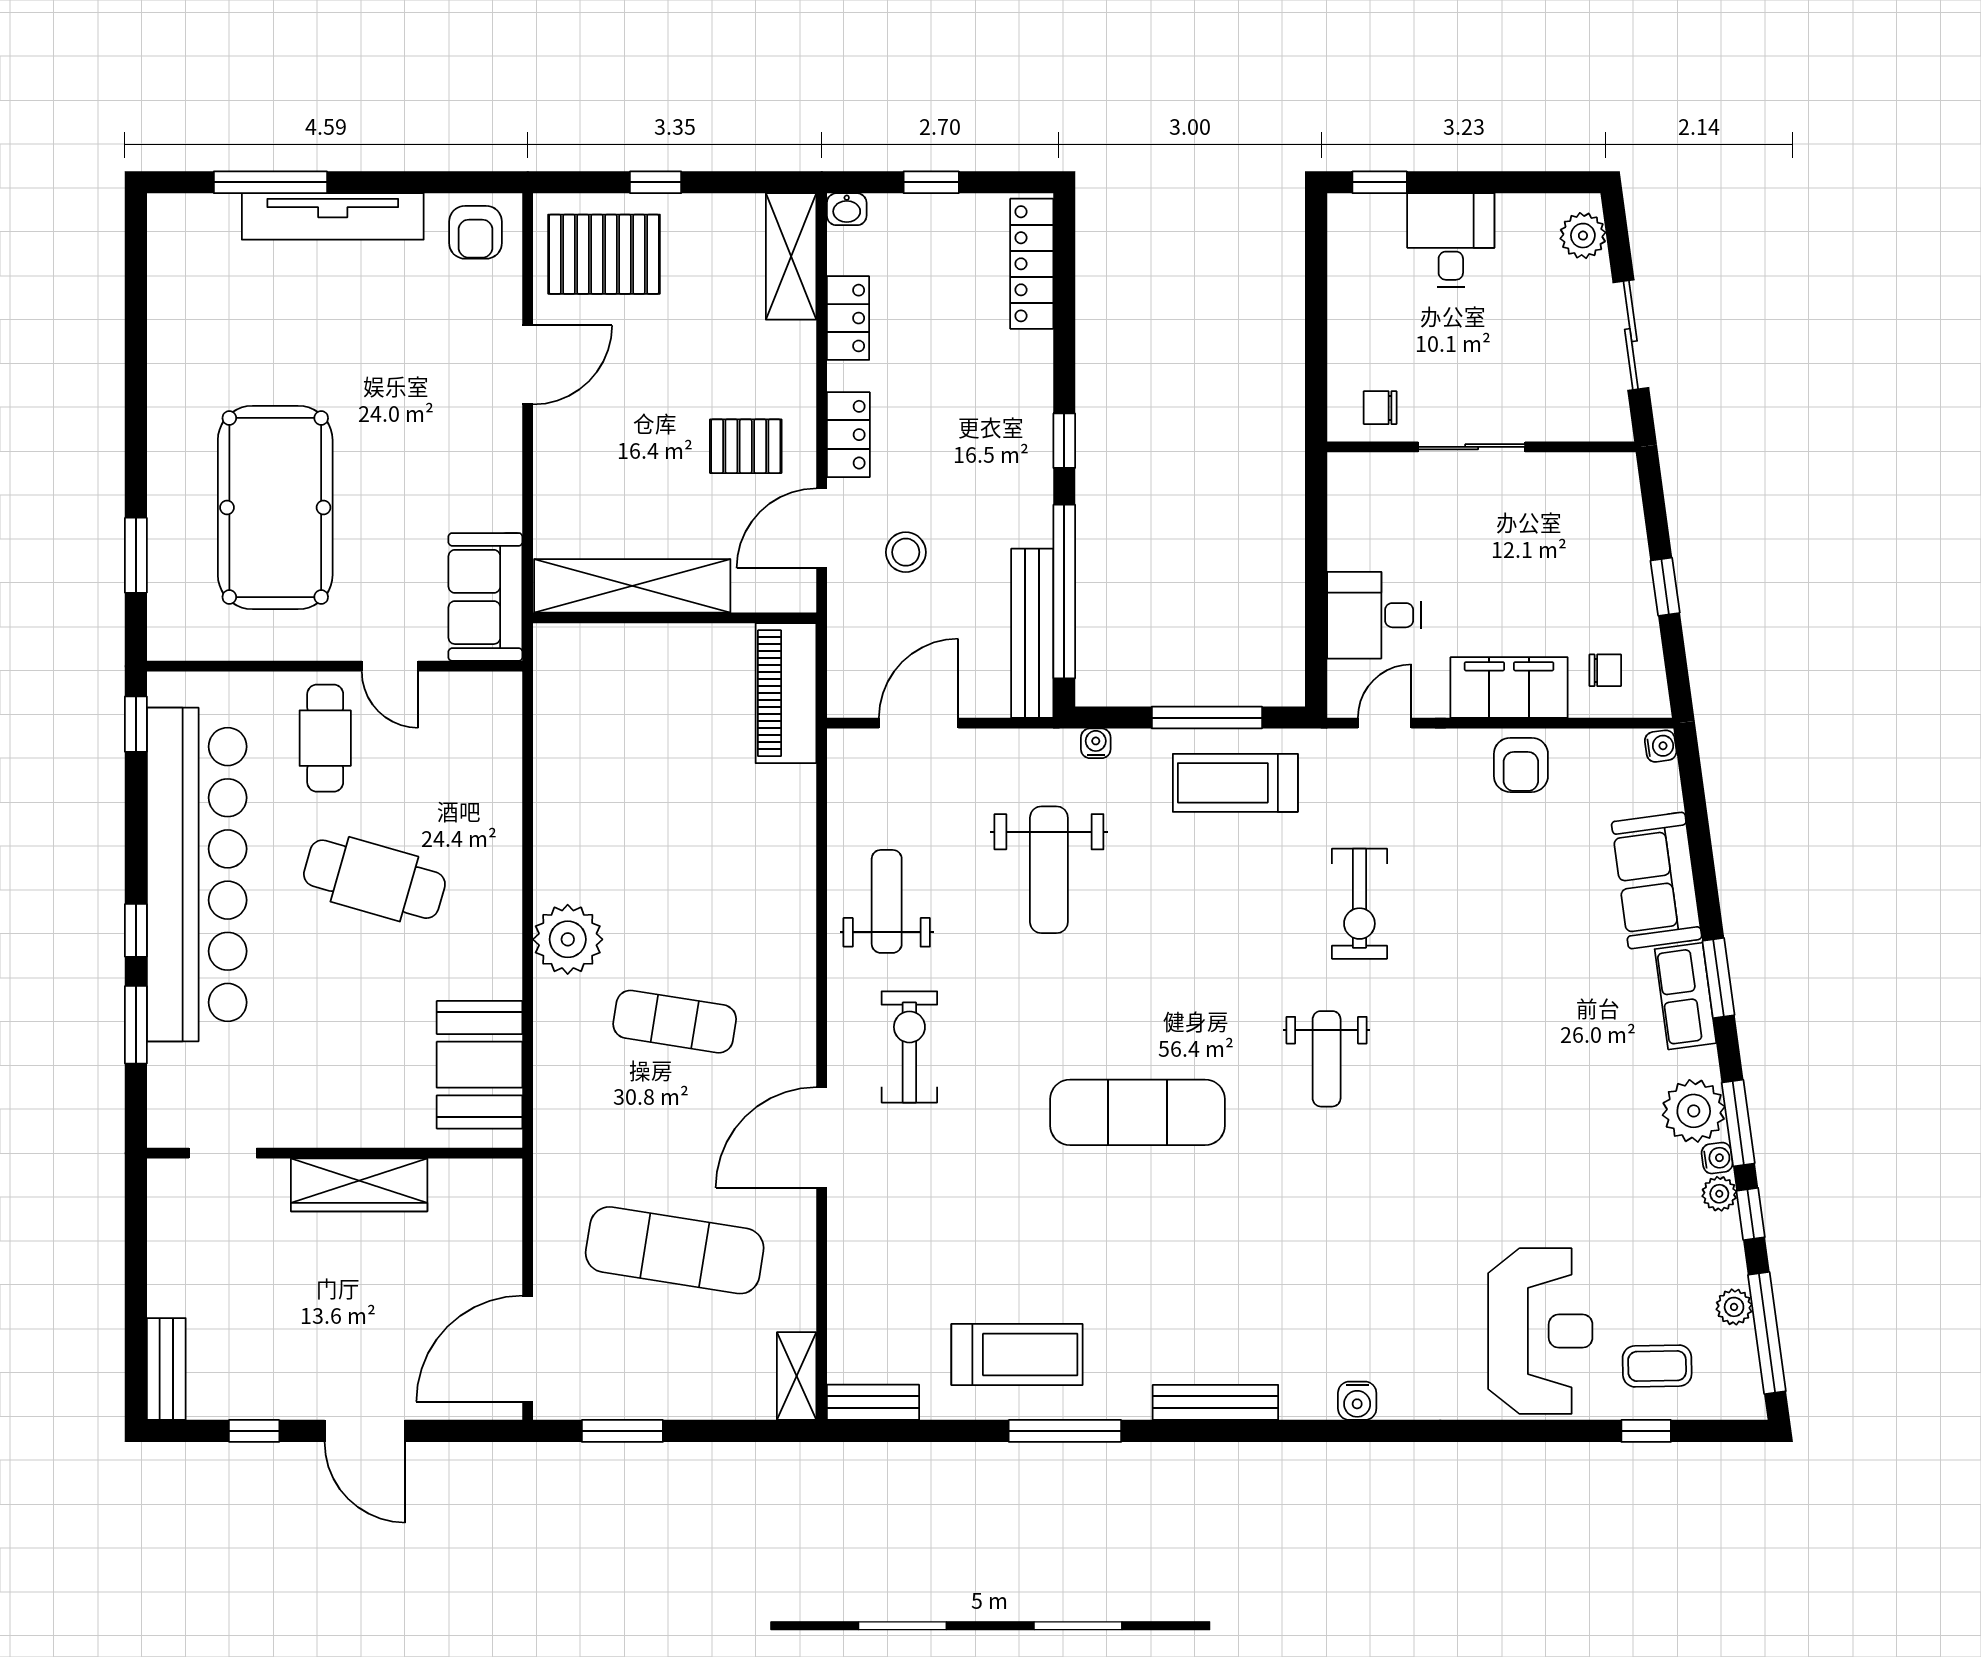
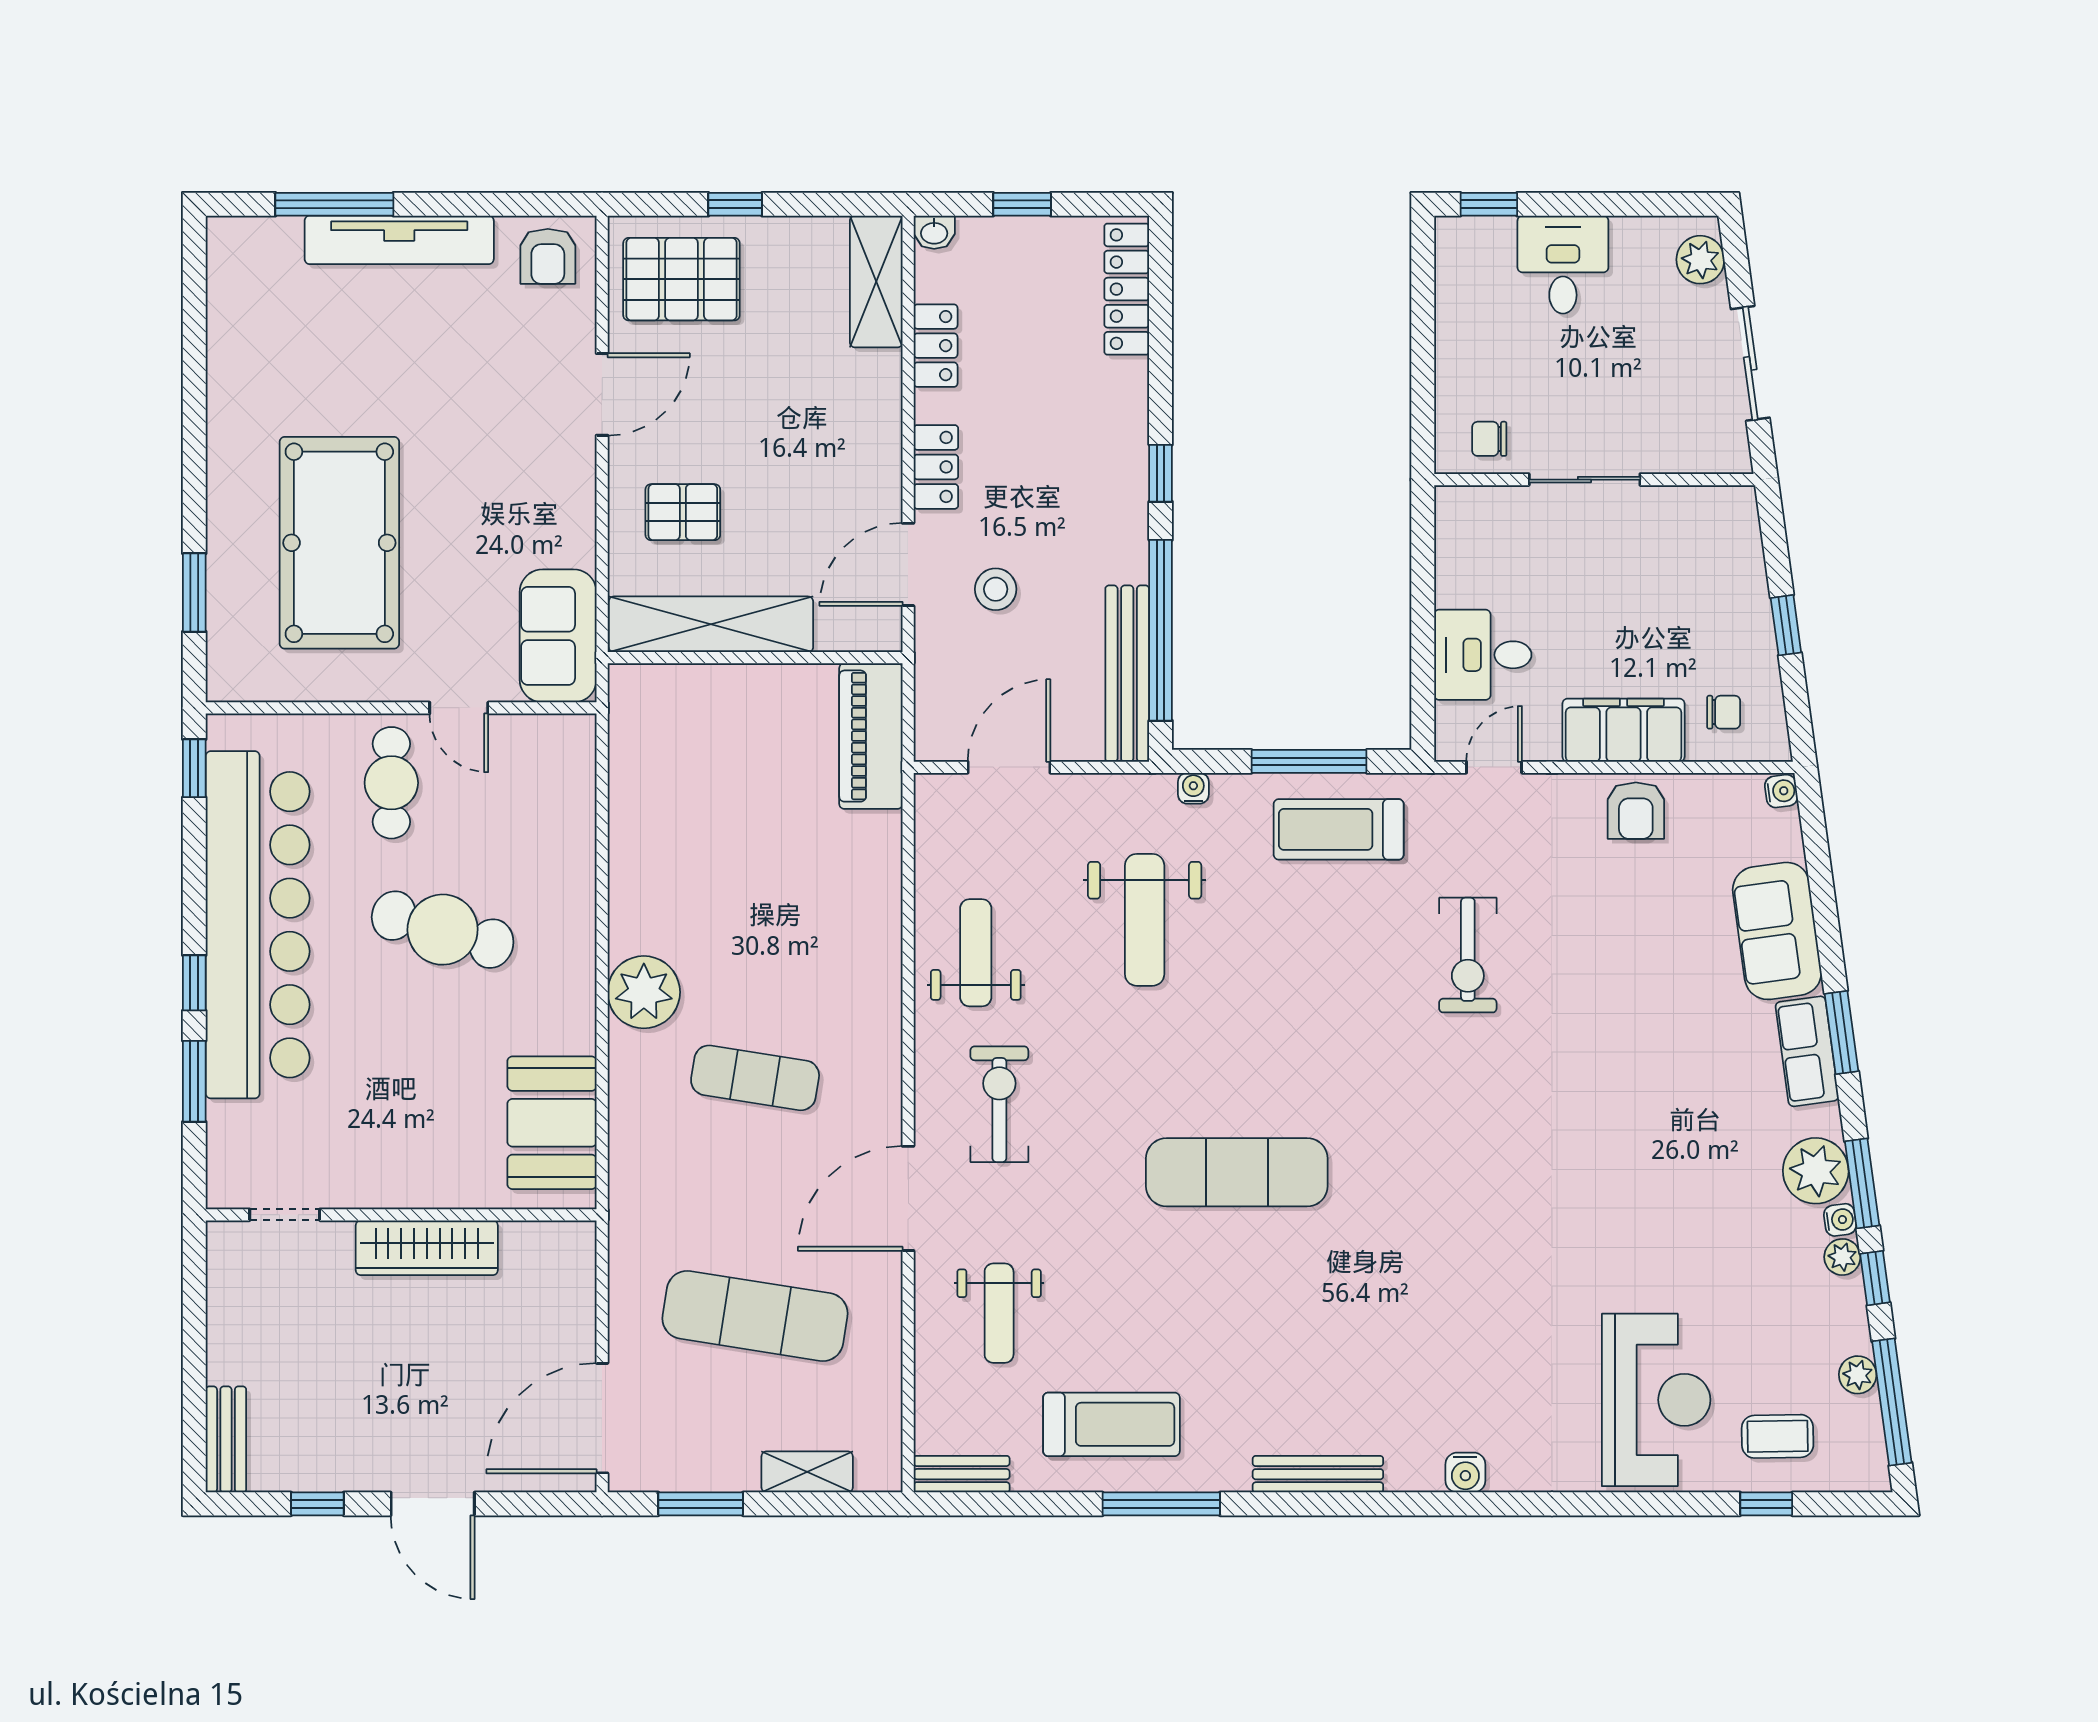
pallet: (746, 446) -> (683, 512), moved
weight bench: (1327, 1059) -> (999, 1313), moved
shelving: (797, 1376) -> (807, 1472), moved, turned 90

